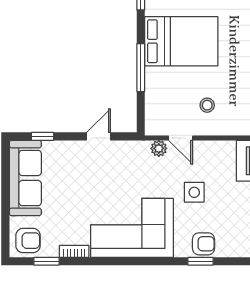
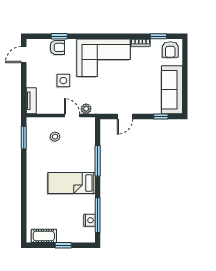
bed: (181, 41) -> (72, 183), width x0.67
armchair: (28, 241) -> (170, 50), turned -90
armchair: (203, 244) -> (57, 47), turned 180

